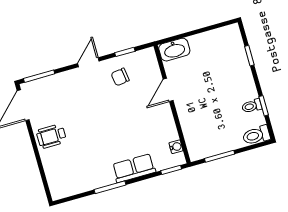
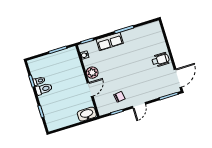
plant: (164, 118) -> (92, 73), added
toilet: (256, 135) -> (44, 89), moved

